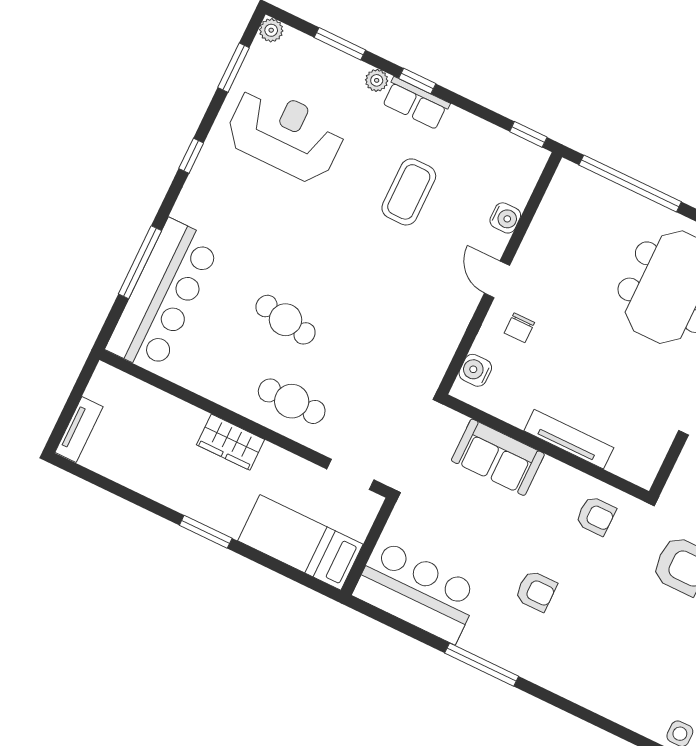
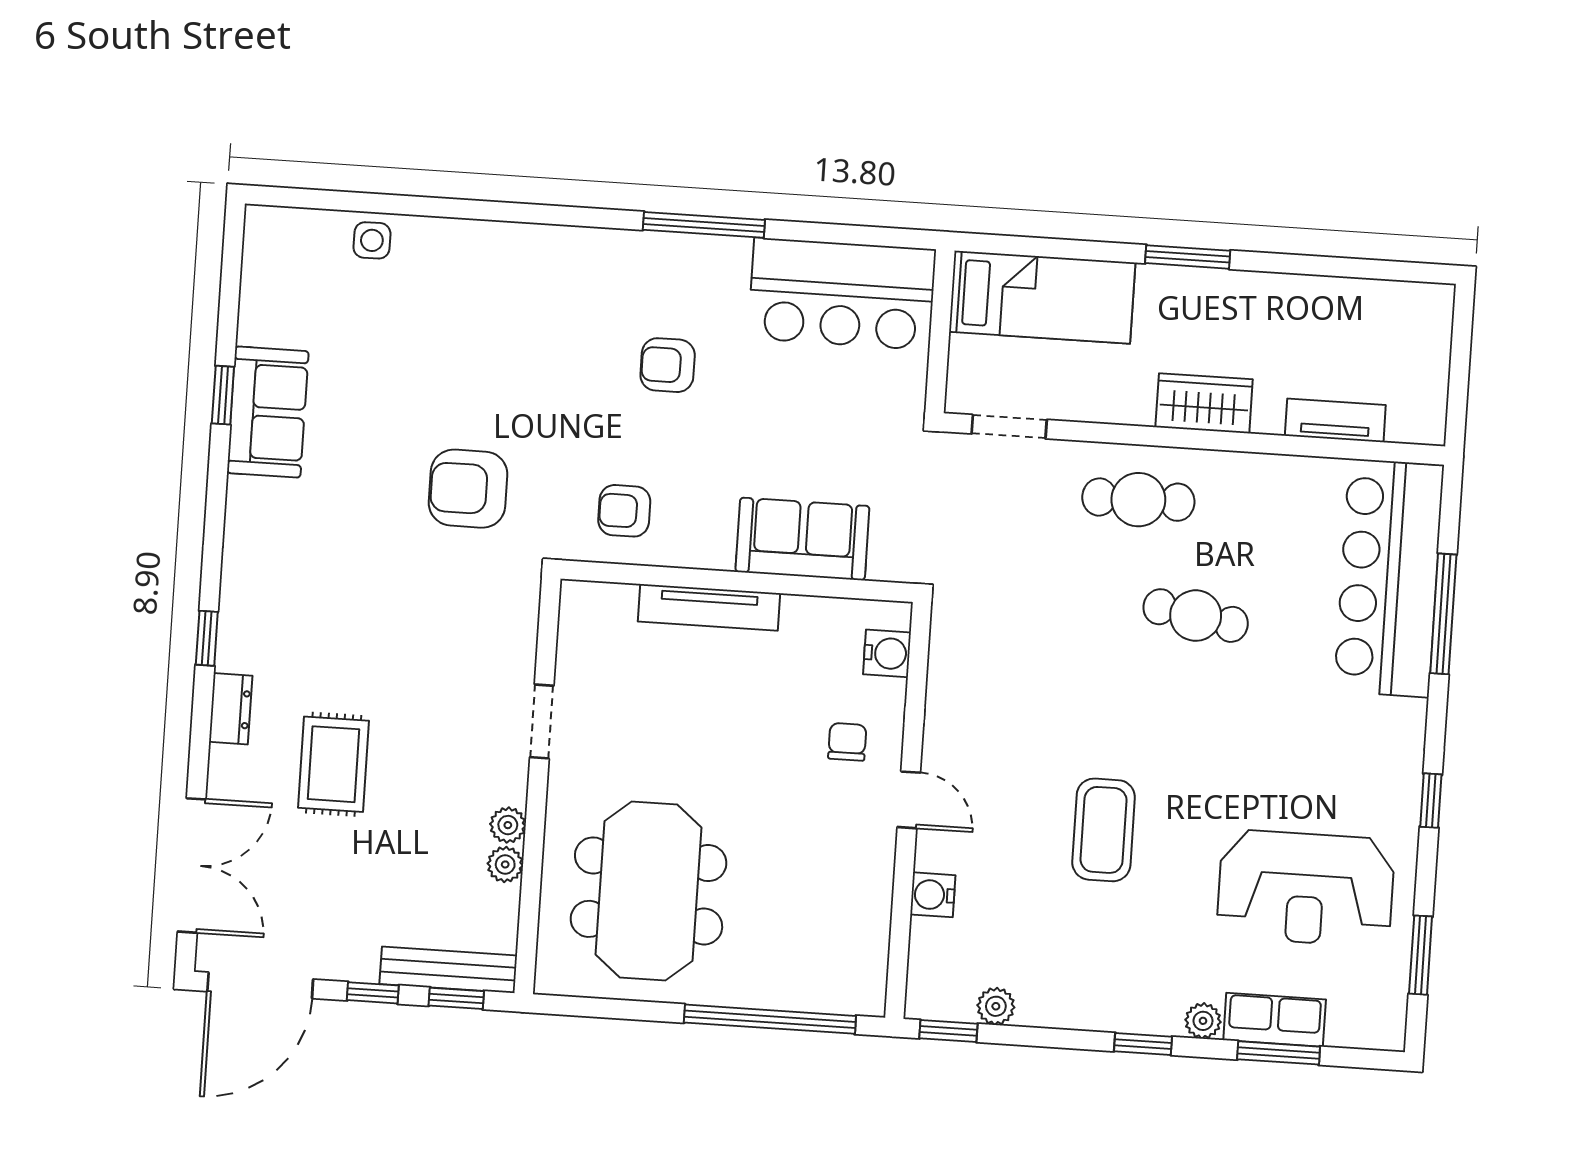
plant: (271, 30) -> (996, 1006), moved
row of seats: (416, 103) -> (1275, 1020), moved
coffee table: (409, 192) -> (1104, 830), moved
tv unit: (79, 429) -> (1335, 420), moved, turned 90

